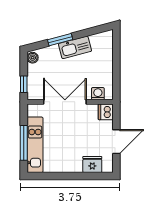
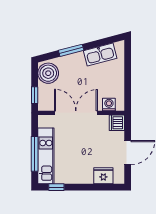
kitchen sink: (75, 47) -> (100, 54), moved
boiler: (33, 58) -> (48, 73), width x1.86, depth x1.86
window: (45, 176) -> (56, 187), added

